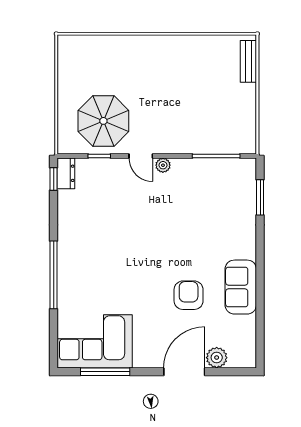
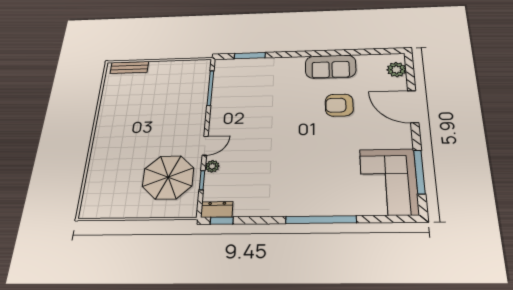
plant: (163, 165) -> (212, 166), moved
plant: (217, 358) -> (396, 70), moved

